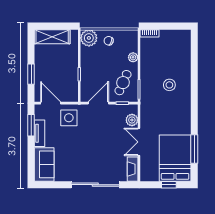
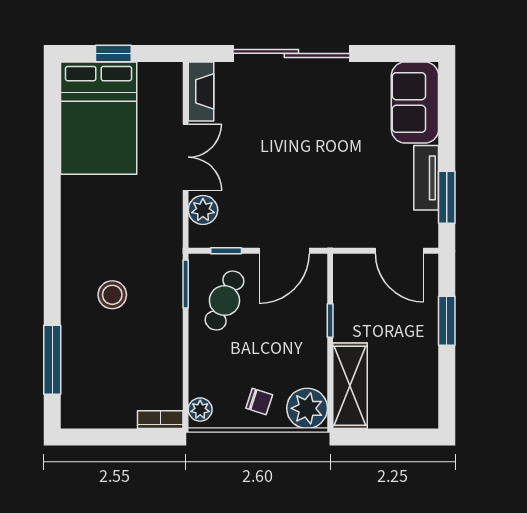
shelving: (52, 37) -> (350, 386), moved, turned 90
plant: (133, 57) -> (200, 410), moved
side table: (69, 118) -> (355, 215), removed
window: (194, 149) -> (52, 360), moved

